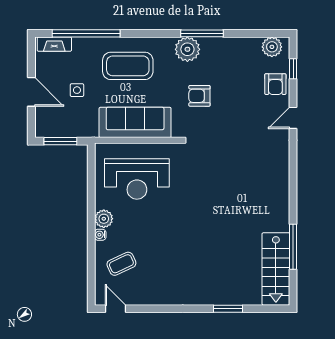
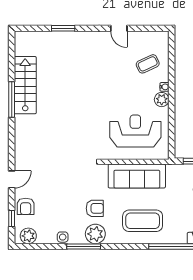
armchair: (275, 84) -> (26, 206), turned 180
side table: (77, 90) -> (63, 237), moved
armchair: (199, 96) -> (95, 208), moved
window: (293, 247) -> (12, 100), moved
stairs: (276, 269) -> (25, 85), moved
door: (116, 309) -> (119, 28), moved

